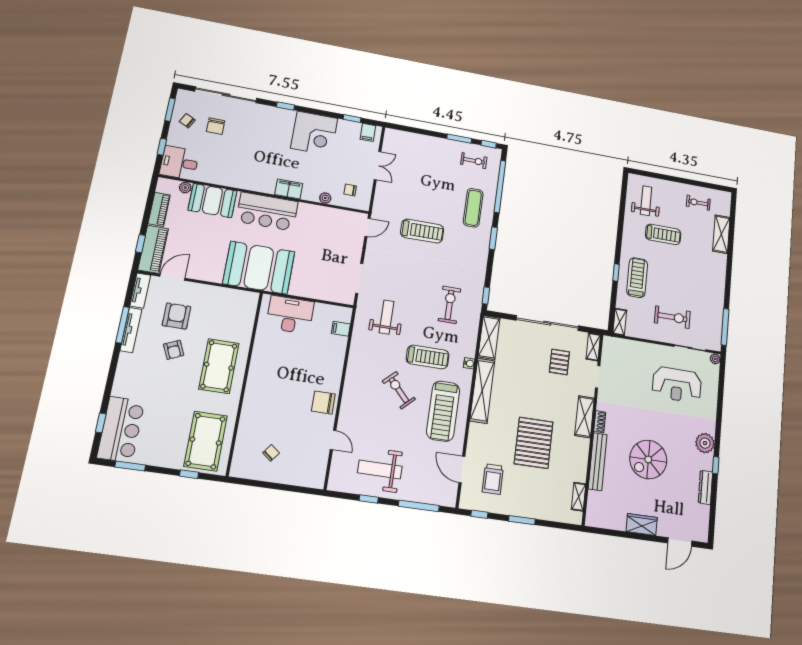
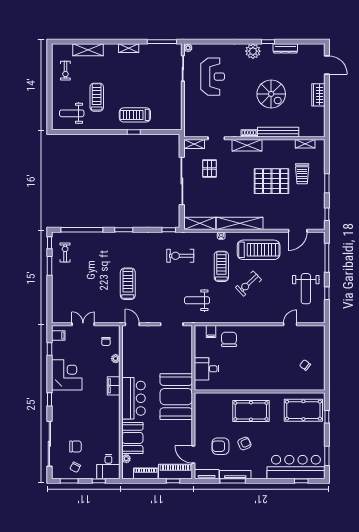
exercise mat: (473, 208) -> (103, 248), removed
desk: (290, 315) -> (207, 369), width x0.73
exercise bike: (672, 317) -> (161, 84), removed
shelving: (620, 322) -> (129, 48), moved
pallet: (559, 362) -> (210, 168), turned 90
chair: (323, 403) -> (229, 339), moved, turned 180
bar counter: (121, 429) -> (296, 467), width x1.36
trolley: (493, 479) -> (302, 174), moved, turned 90

